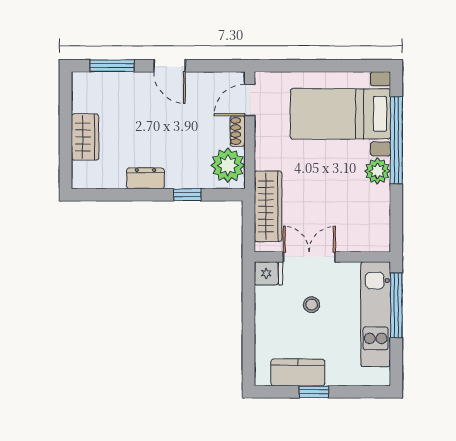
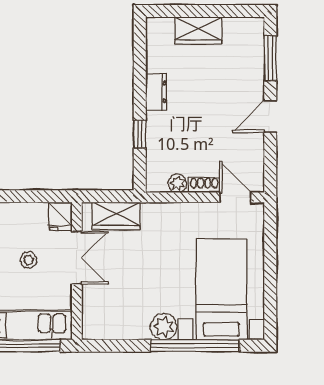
plant: (228, 165) -> (178, 183), width x0.53, depth x0.53
wardrobe: (268, 206) -> (116, 216), width x0.67

